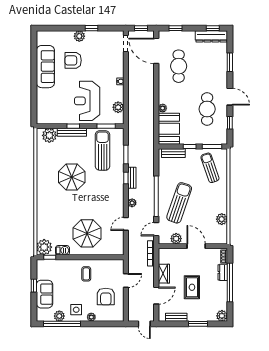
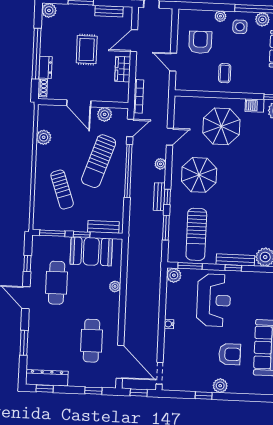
plant: (118, 107) -> (174, 275), moved
booth: (169, 129) -> (91, 251), moved, turned 90
sun lounger: (210, 168) -> (62, 190), moved
parasol: (72, 177) -> (199, 175), moved
door: (126, 281) -> (173, 62), hinge flipped

